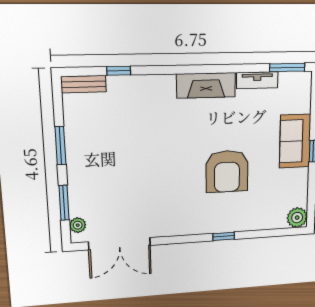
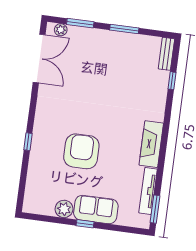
tv unit: (257, 80) -> (148, 191), width x1.41
armchair: (227, 171) -> (81, 151), turned 90
plant: (297, 218) -> (64, 209), moved
double door: (120, 244) -> (39, 59), swing flipped

